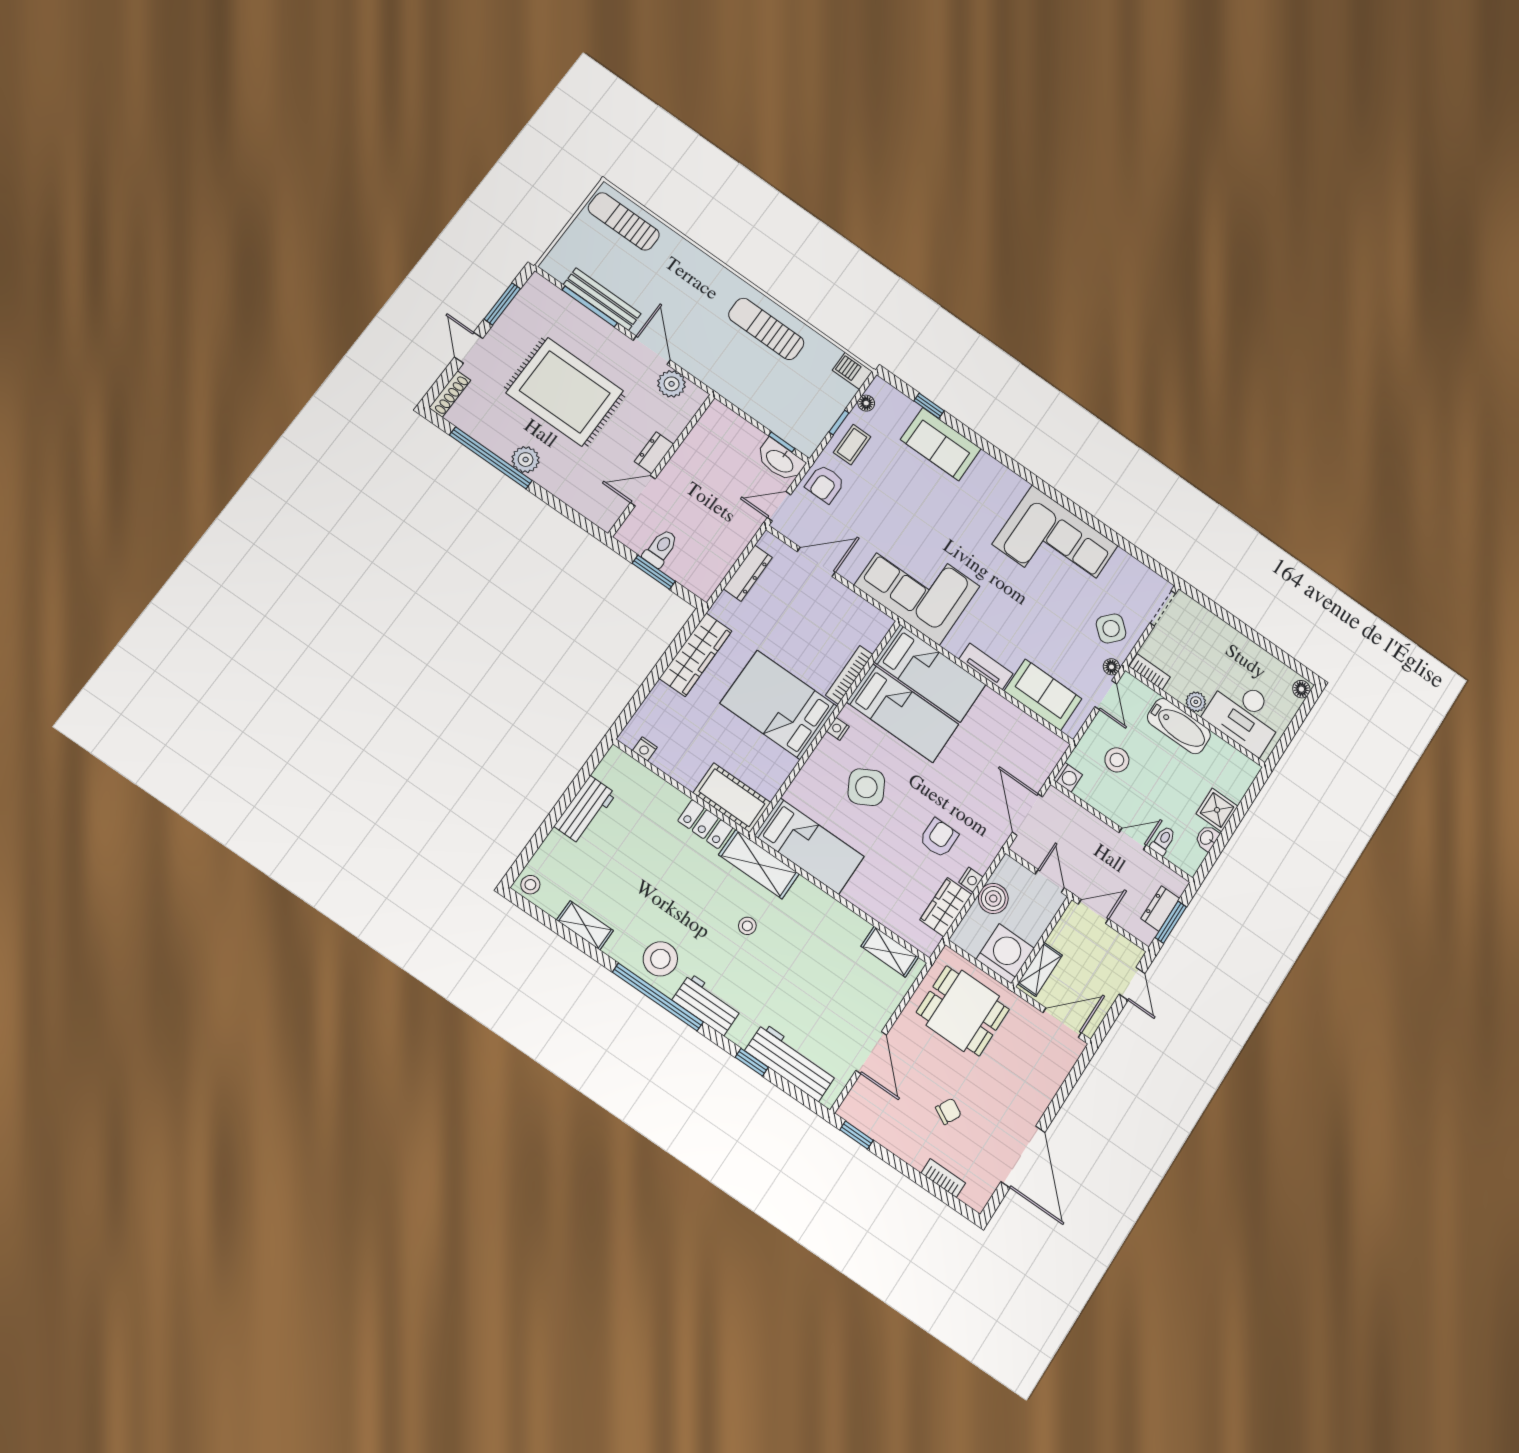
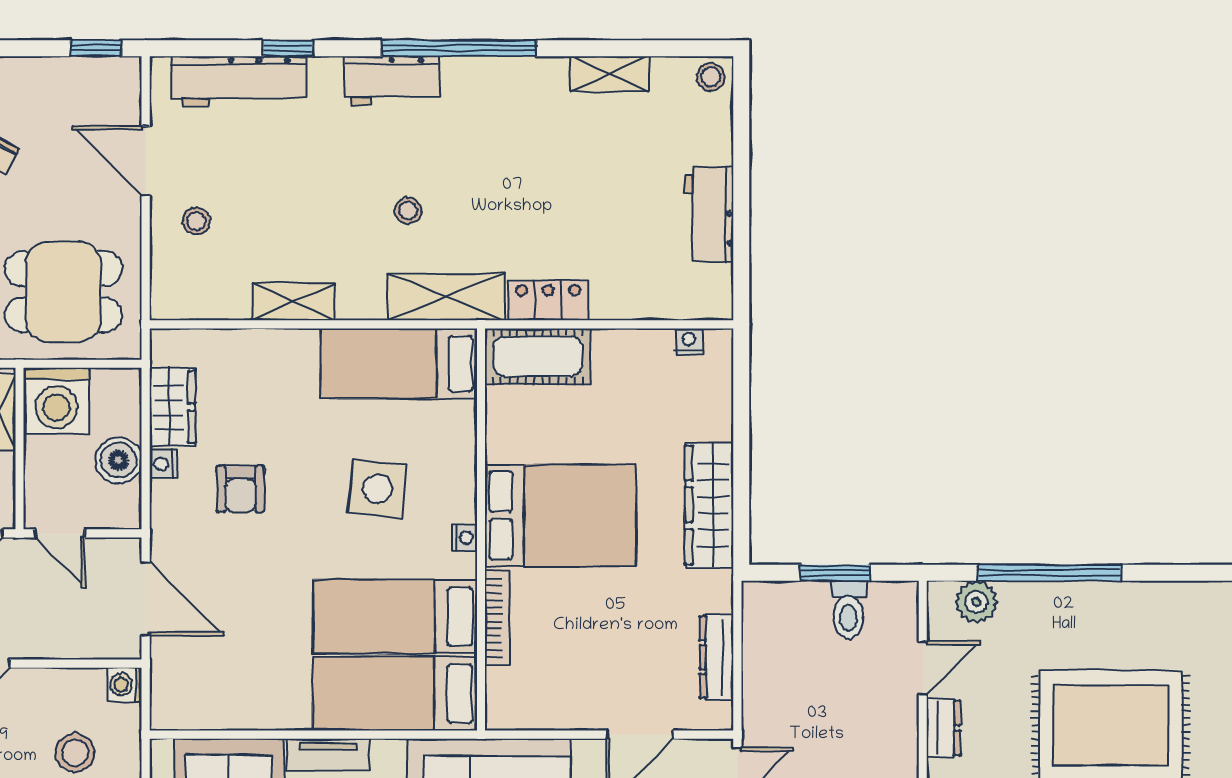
window: (491, 458) -> (1049, 573), moved
plant: (526, 460) -> (977, 602), moved
side table: (866, 787) -> (377, 489), turned 35
shelving: (890, 952) -> (294, 302), moved
stool: (660, 959) -> (196, 221), moved, width x0.53, depth x0.53

